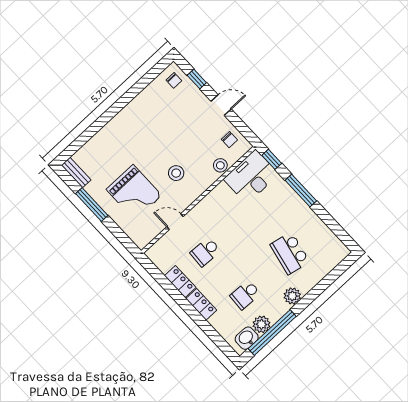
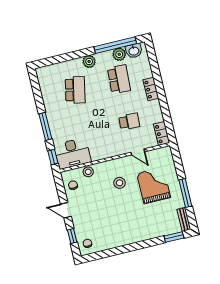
window: (76, 145) -> (174, 237), added
locker: (180, 282) -> (162, 133), moved
school desk: (245, 295) -> (119, 79), width x1.85

